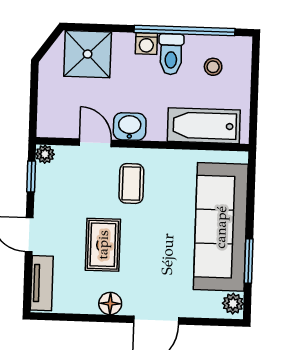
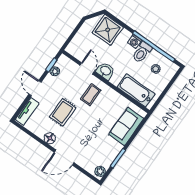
plant: (45, 154) -> (55, 71), moved
sofa: (221, 227) -> (126, 126), width x0.54, depth x0.79

